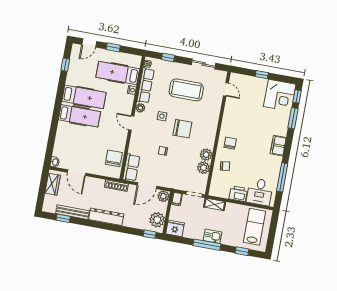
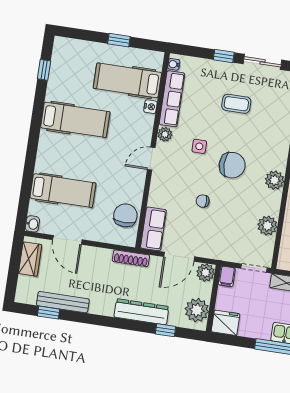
door: (89, 43) -> (81, 34), removed
window: (168, 57) -> (224, 56), moved
coffee table: (186, 90) -> (236, 104), width x0.54, depth x0.58
hospital bed: (79, 116) -> (63, 191), moved
door: (131, 123) -> (151, 159), hinge flipped
plant: (206, 155) -> (275, 180), moved
dresser: (106, 217) -> (141, 312), moved
window: (150, 234) -> (165, 330), moved

